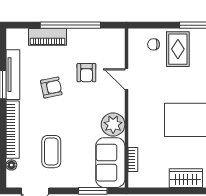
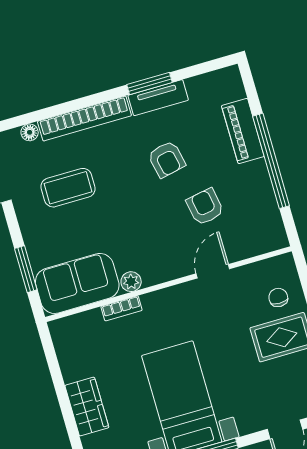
armchair: (86, 73) -> (205, 207), turned 80
tv unit: (13, 75) -> (158, 98), width x0.71
plant: (113, 125) -> (131, 282), width x0.53, depth x0.53
bookcase: (133, 159) -> (122, 308), moved

